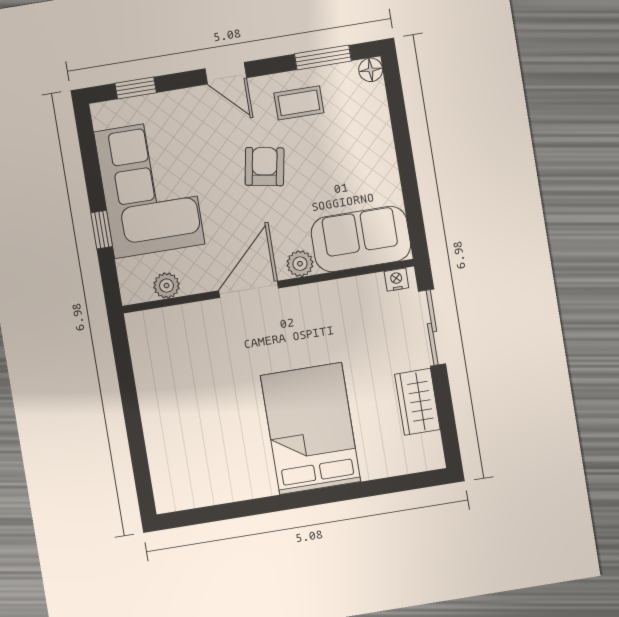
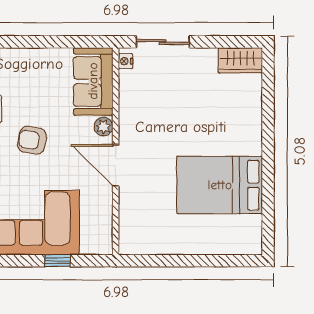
plant: (167, 286) -> (104, 222), removed
wardrobe: (417, 402) -> (240, 60), moved
bed: (311, 429) -> (220, 185), moved

